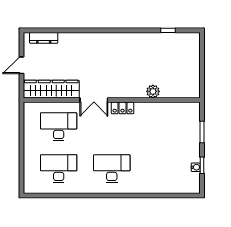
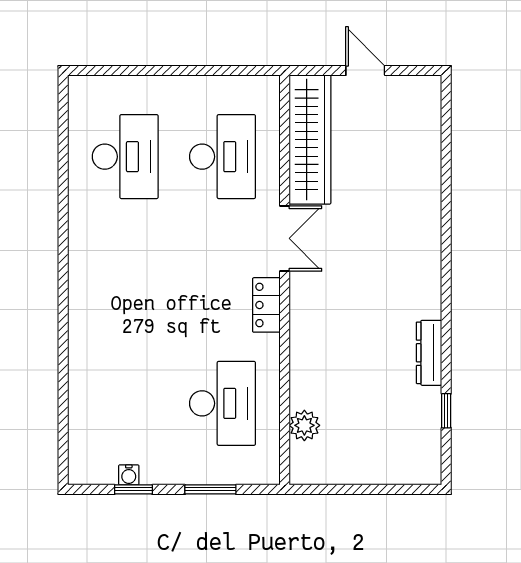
dresser: (44, 38) -> (429, 353), moved
plant: (153, 91) -> (304, 425), moved
double door: (94, 100) -> (285, 238), swing flipped
desk: (112, 169) -> (222, 403), moved

